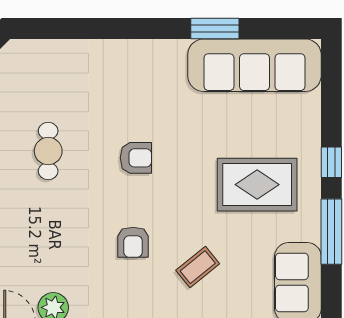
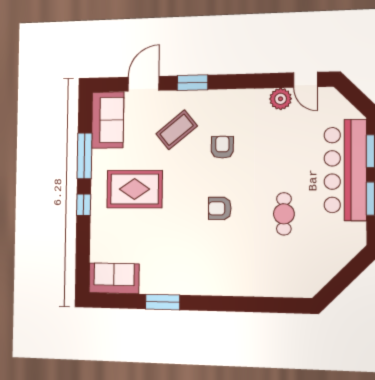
sofa: (254, 65) -> (114, 278), width x0.54, depth x0.79
coffee table: (198, 267) -> (177, 130), width x1.36, depth x1.30

